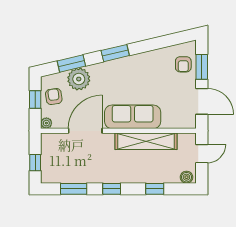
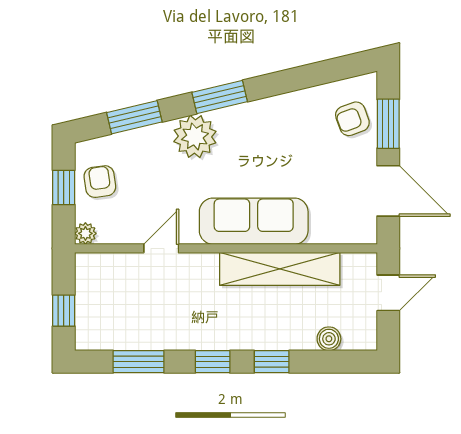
armchair: (183, 64) -> (352, 119), turned 70
plant: (79, 79) -> (195, 136), moved
door: (85, 131) -> (161, 248), width x0.53
boiler: (186, 177) -> (329, 339), moved
window: (155, 189) -> (272, 362), moved

